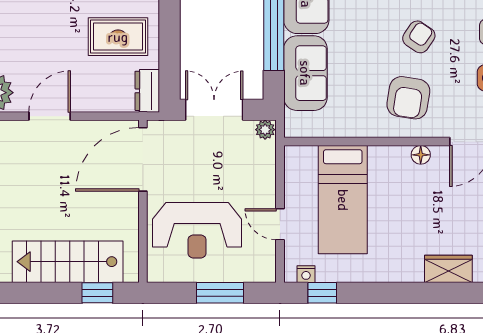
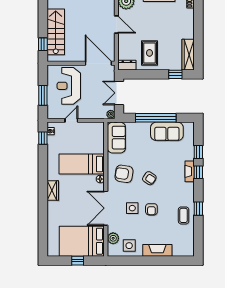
sofa: (305, 73) -> (116, 138), moved, turned -90
double door: (214, 110) -> (119, 93), swing flipped
bed: (343, 200) -> (82, 164), moved

